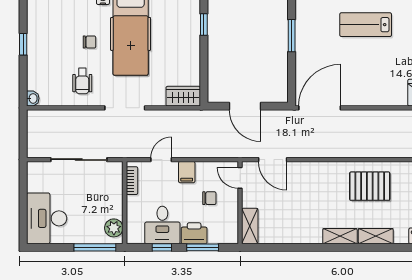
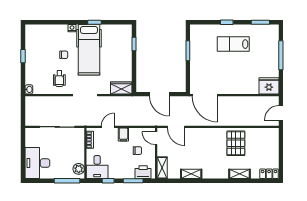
door: (320, 108) -> (205, 95), swing flipped
pallet: (370, 186) -> (236, 143), turned 90
desk: (162, 225) -> (97, 167), moved
printer: (194, 233) -> (143, 172), moved
shelving: (340, 236) -> (191, 174), moved

